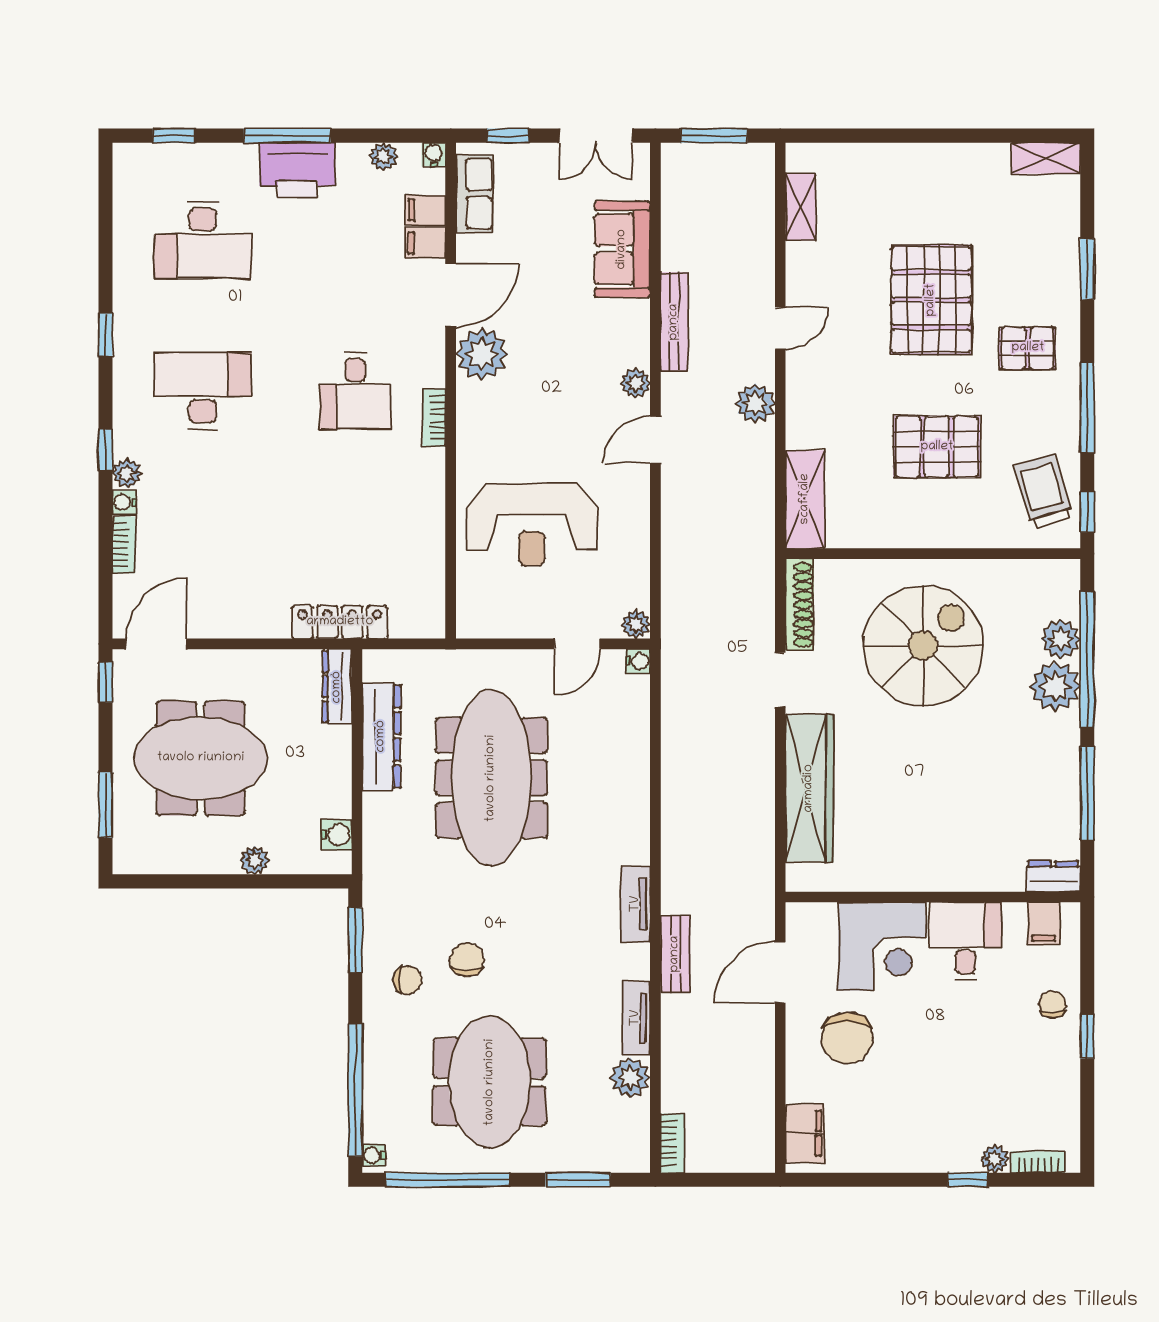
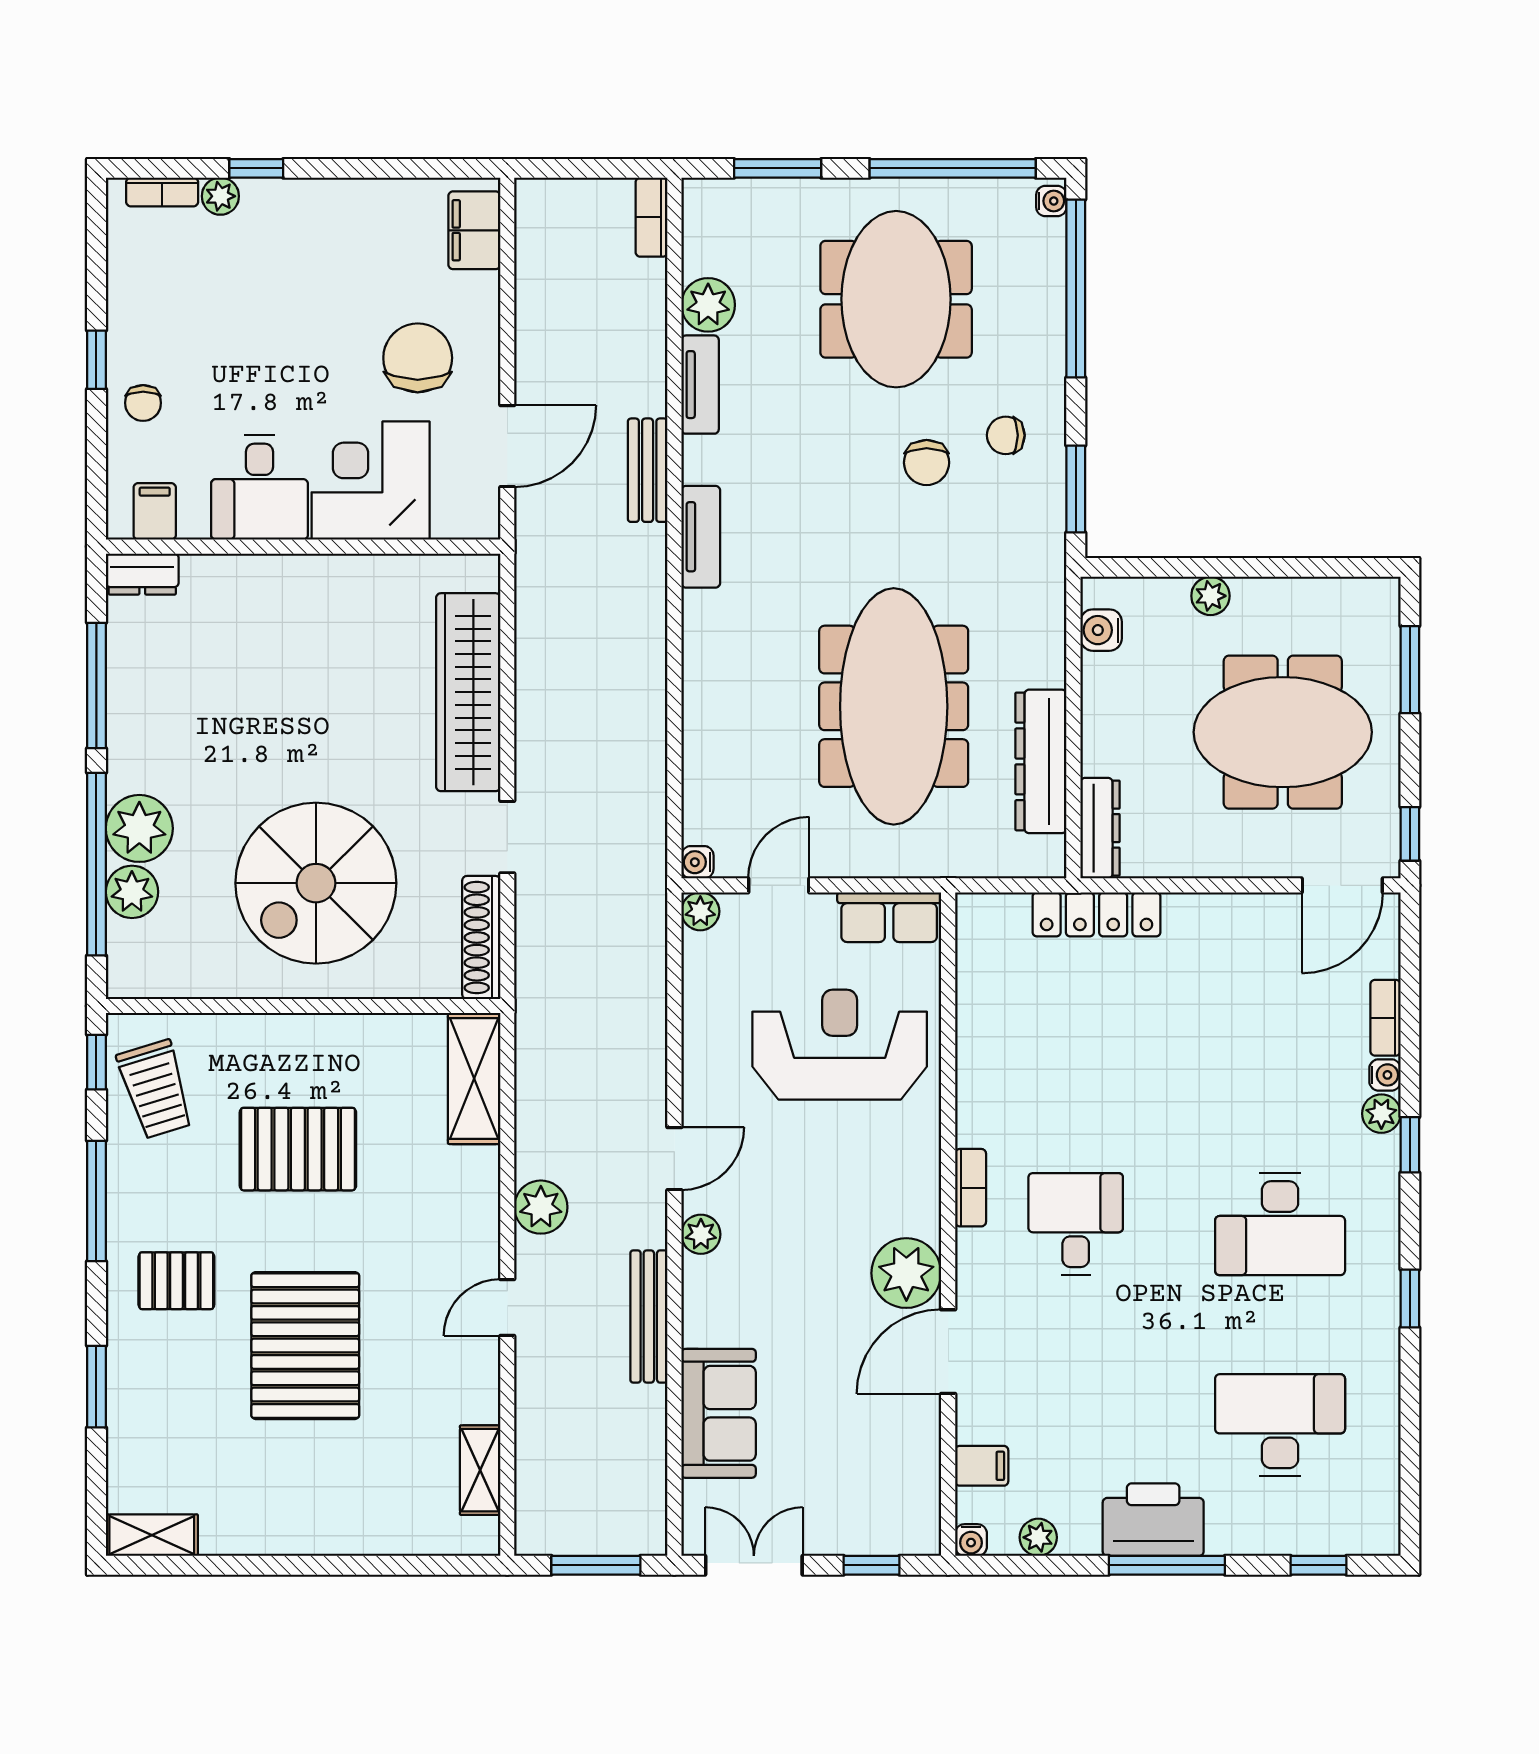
row of seats: (474, 194) -> (889, 917), moved, turned -90
filing cabinet: (425, 243) -> (982, 1422), removed

